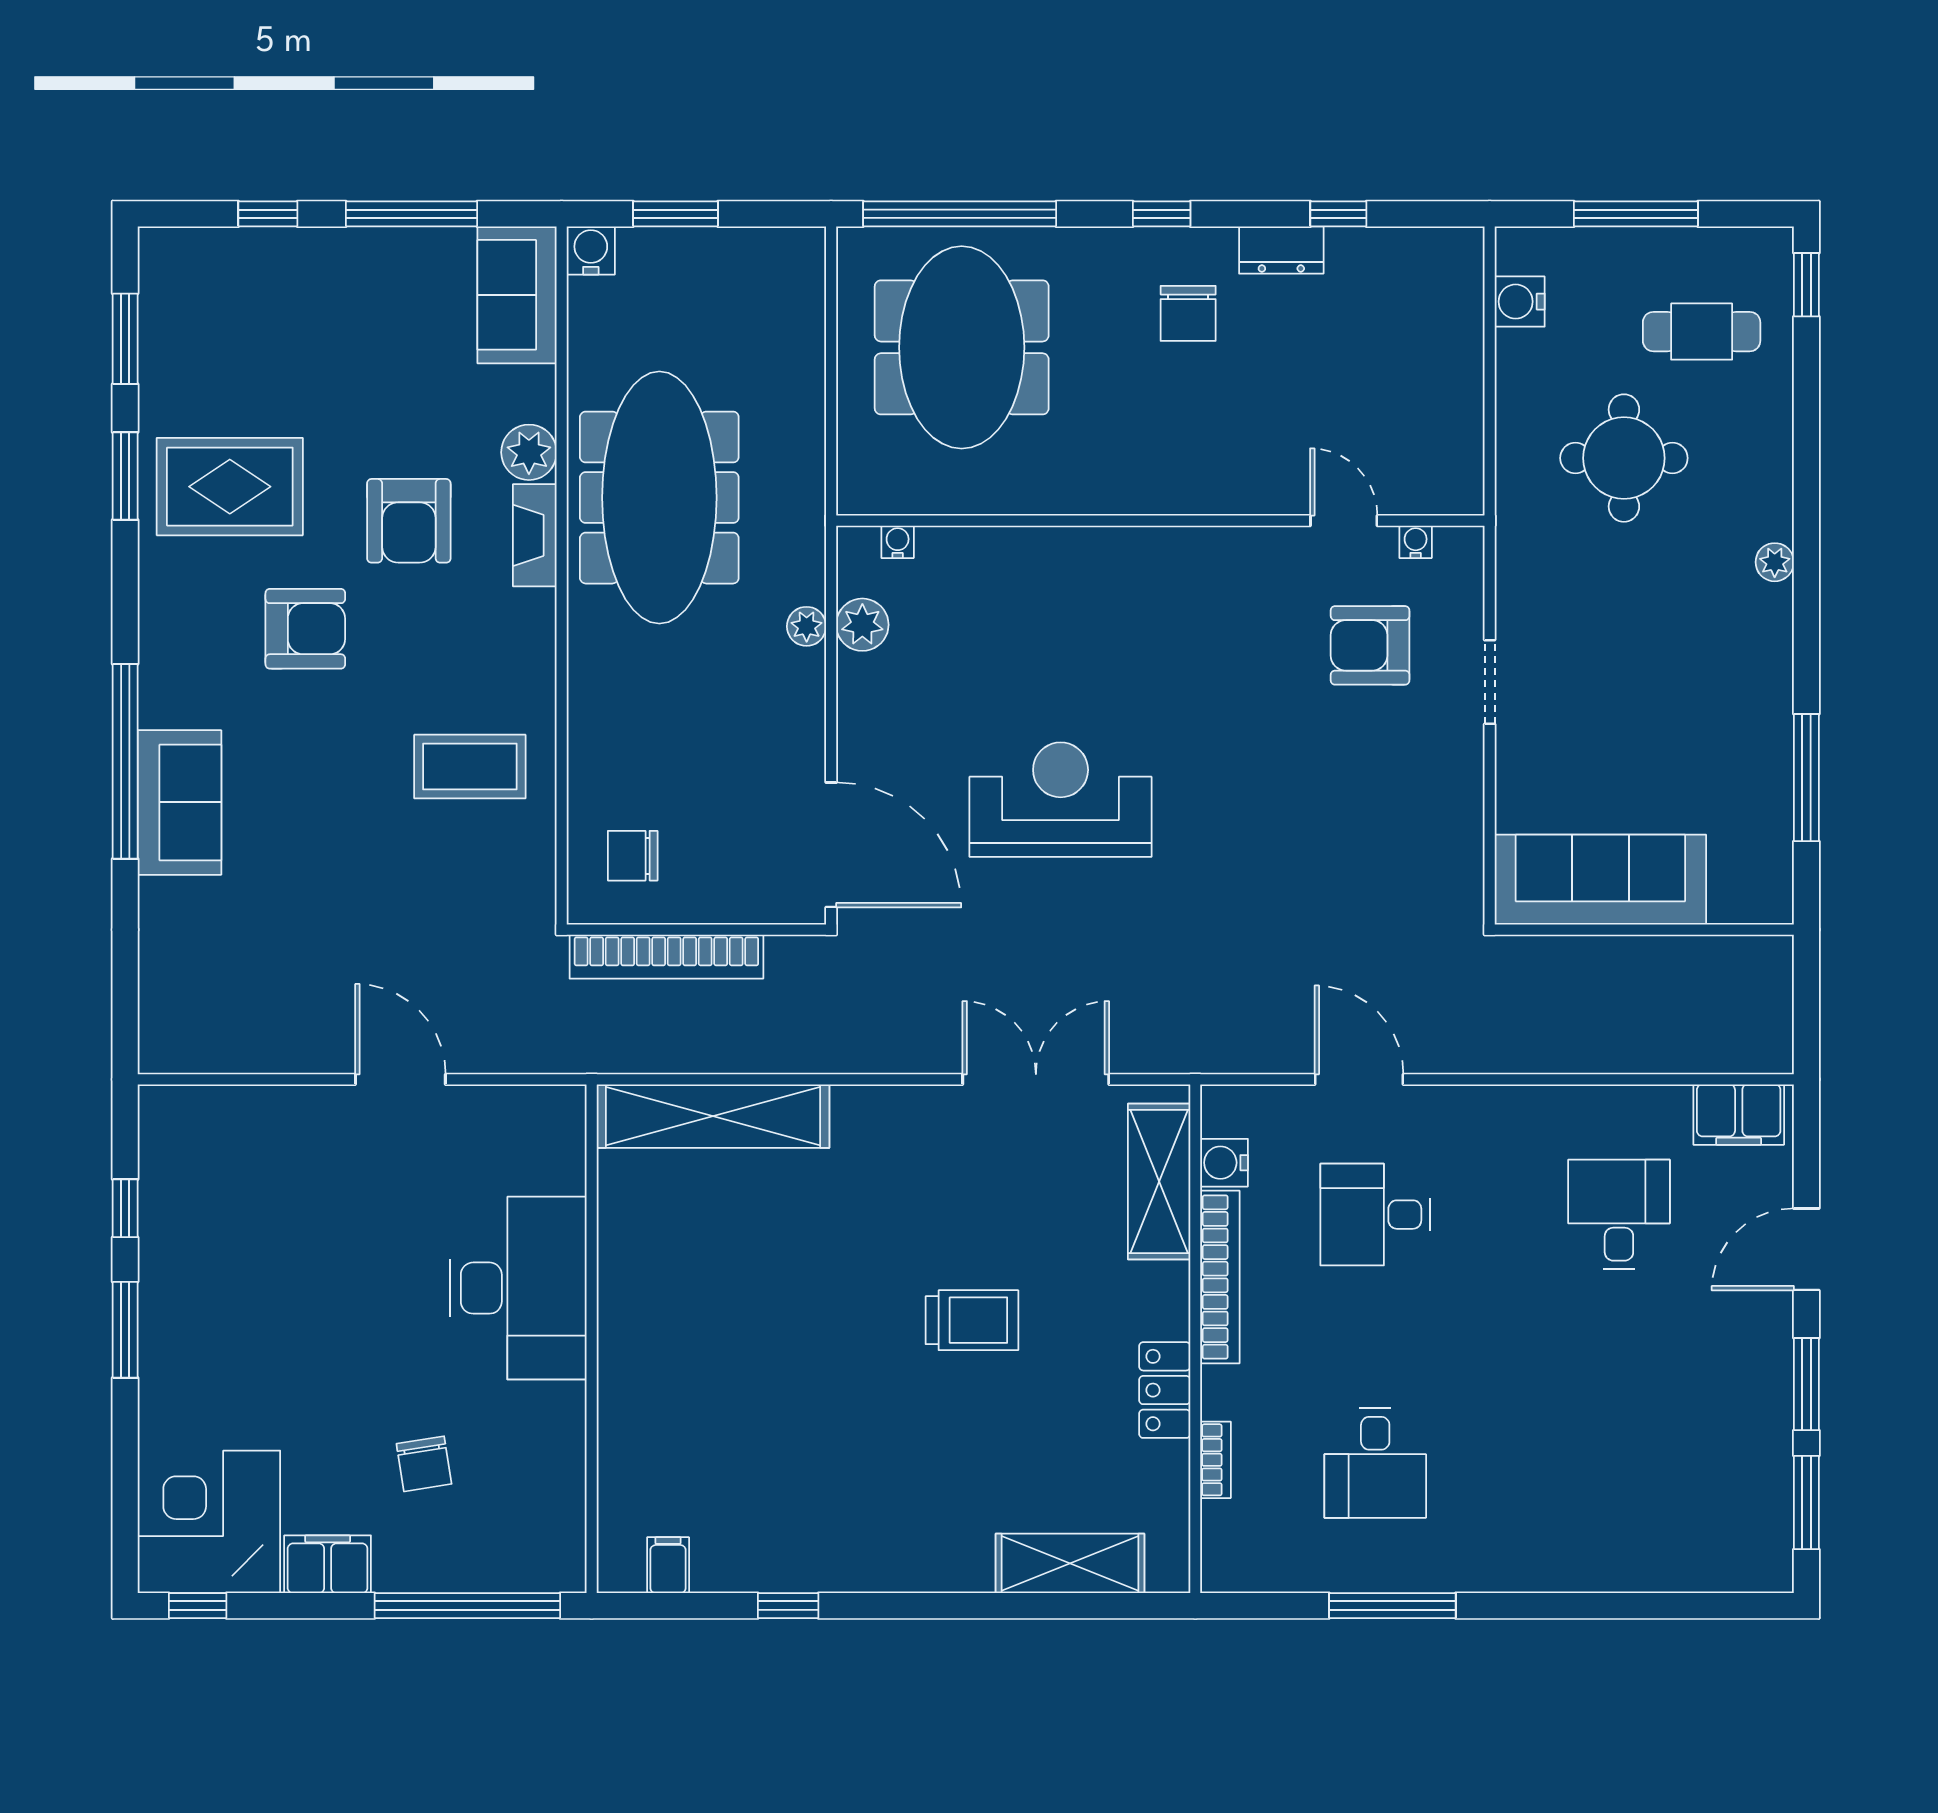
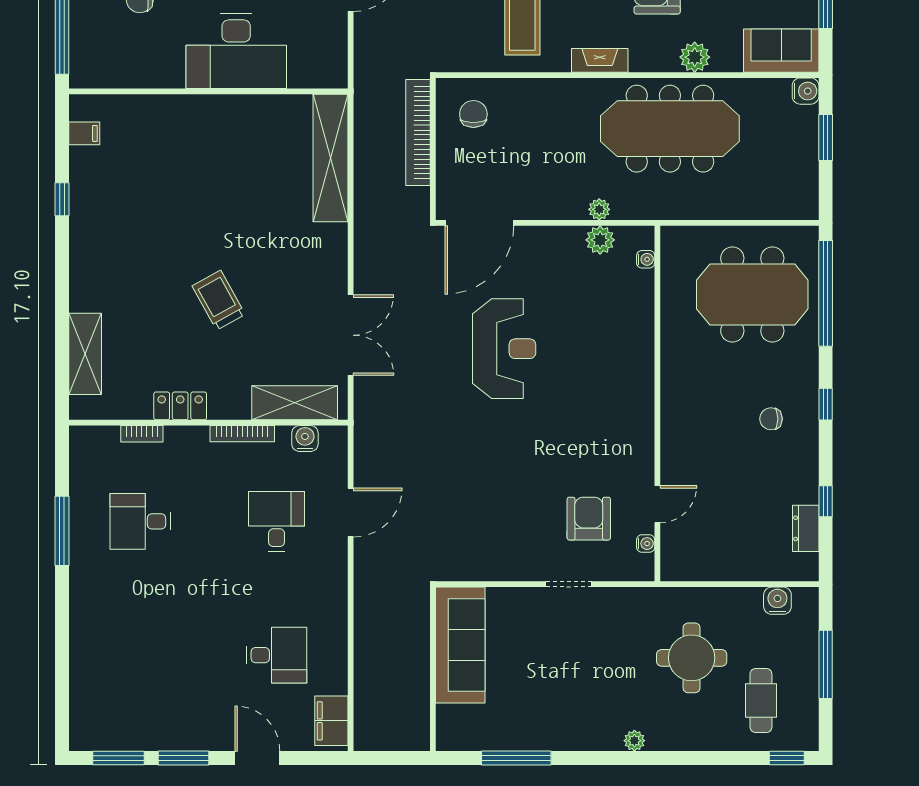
dresser: (1281, 250) -> (806, 528), moved
chair: (1188, 313) -> (771, 419), width x0.73, depth x0.73
fireplace: (535, 535) -> (600, 60), moved
bookcase: (1220, 1277) -> (242, 434), width x0.68, depth x0.76
trolley: (972, 1320) -> (219, 300), turned 151

